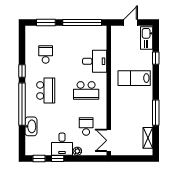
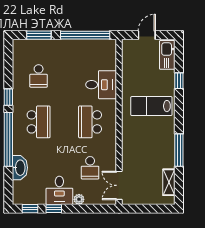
school desk: (46, 54) -> (39, 76), turned 180
school desk: (86, 90) -> (90, 122), turned 90
school desk: (86, 126) -> (90, 168), turned 180

